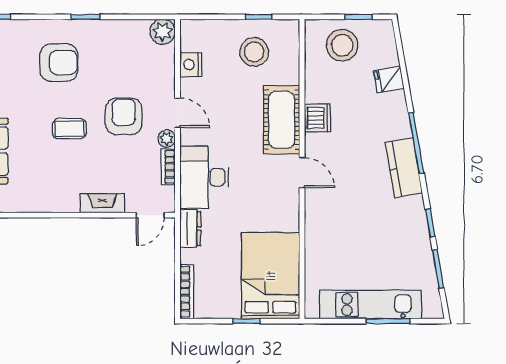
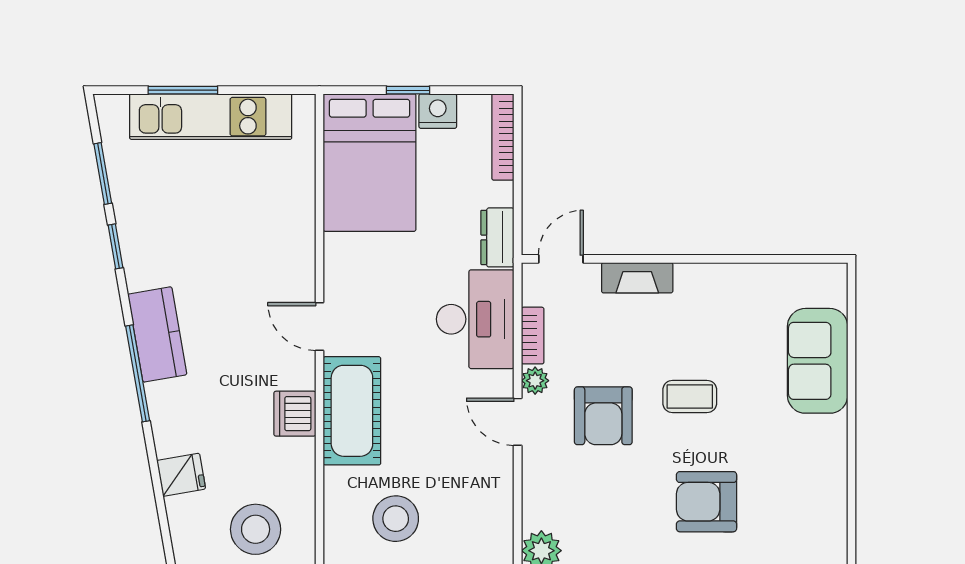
nightstand: (191, 65) -> (438, 111), moved, turned -90

